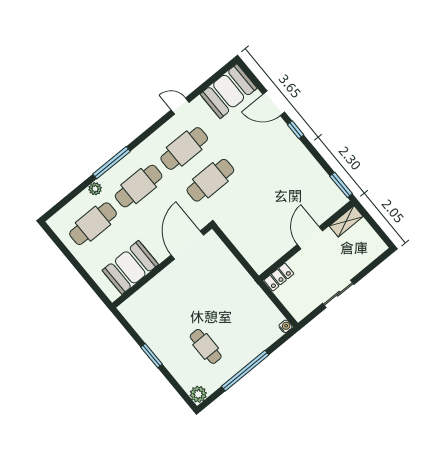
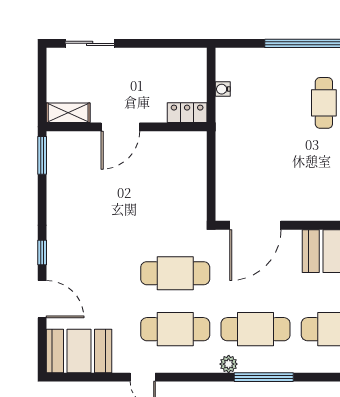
plant: (95, 189) -> (229, 364), moved
sliding door: (338, 294) -> (90, 43), moved
water cooler: (285, 326) -> (223, 89), moved

